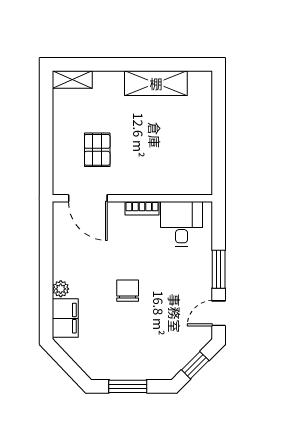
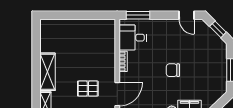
shelving: (156, 83) -> (48, 72), moved
window: (219, 269) -> (138, 15), moved

